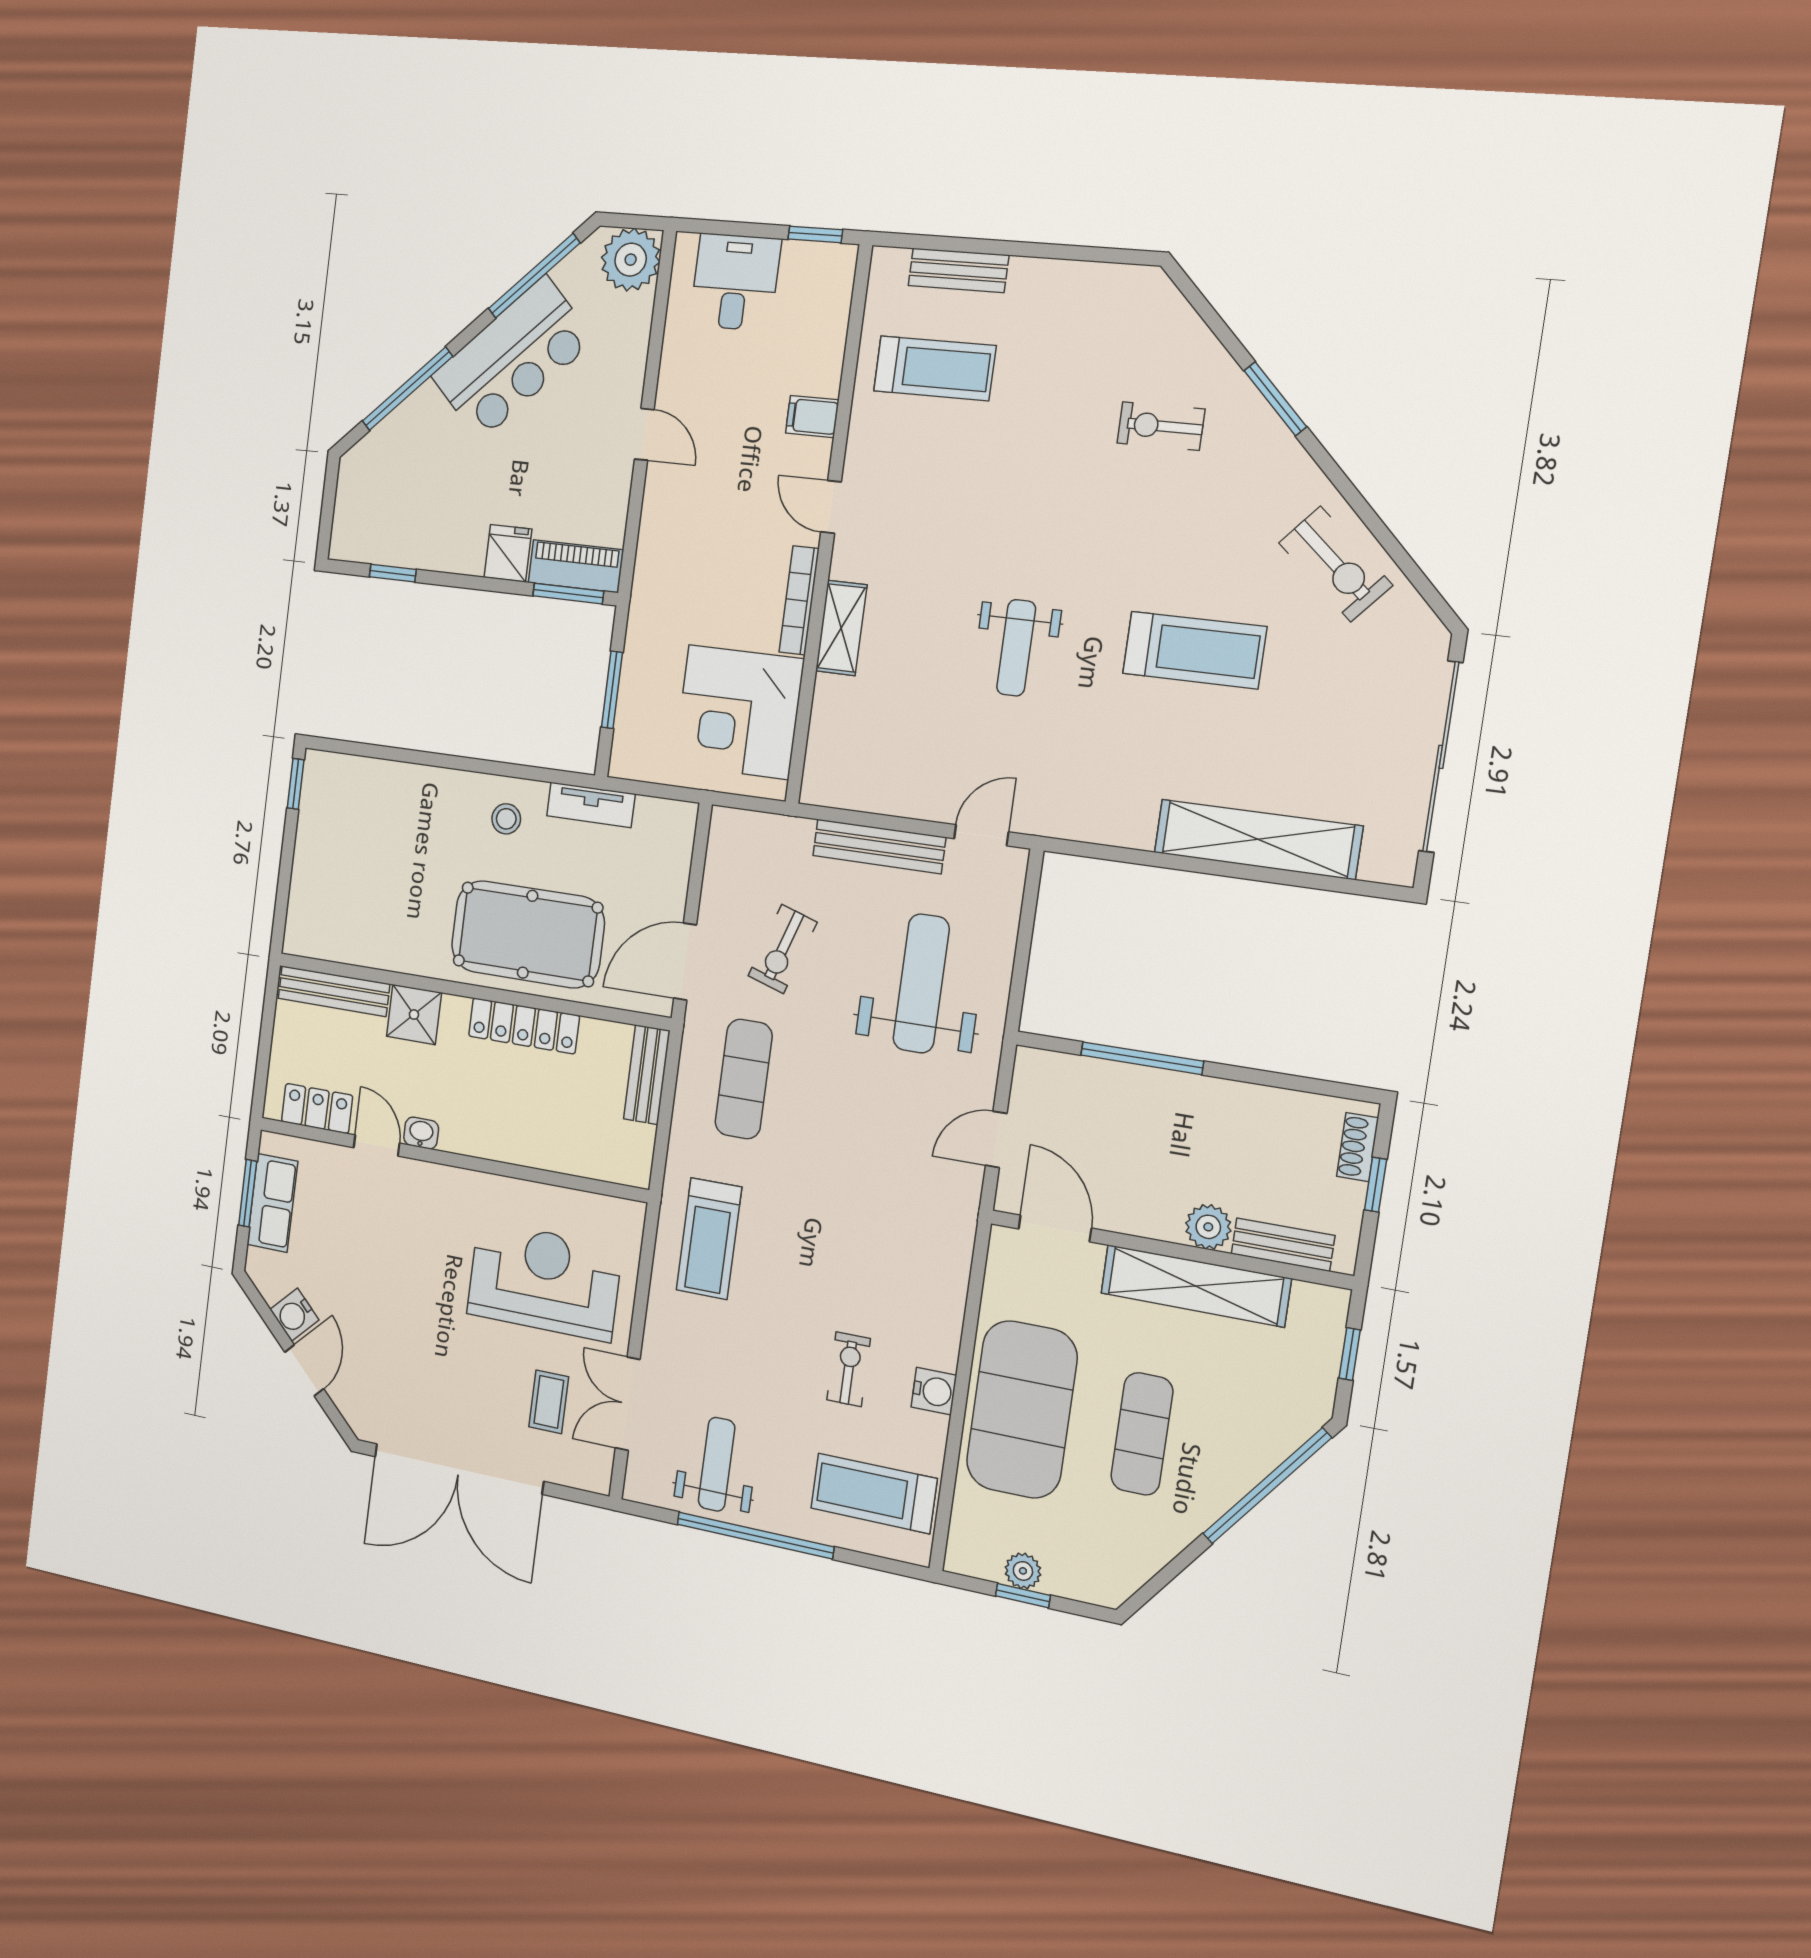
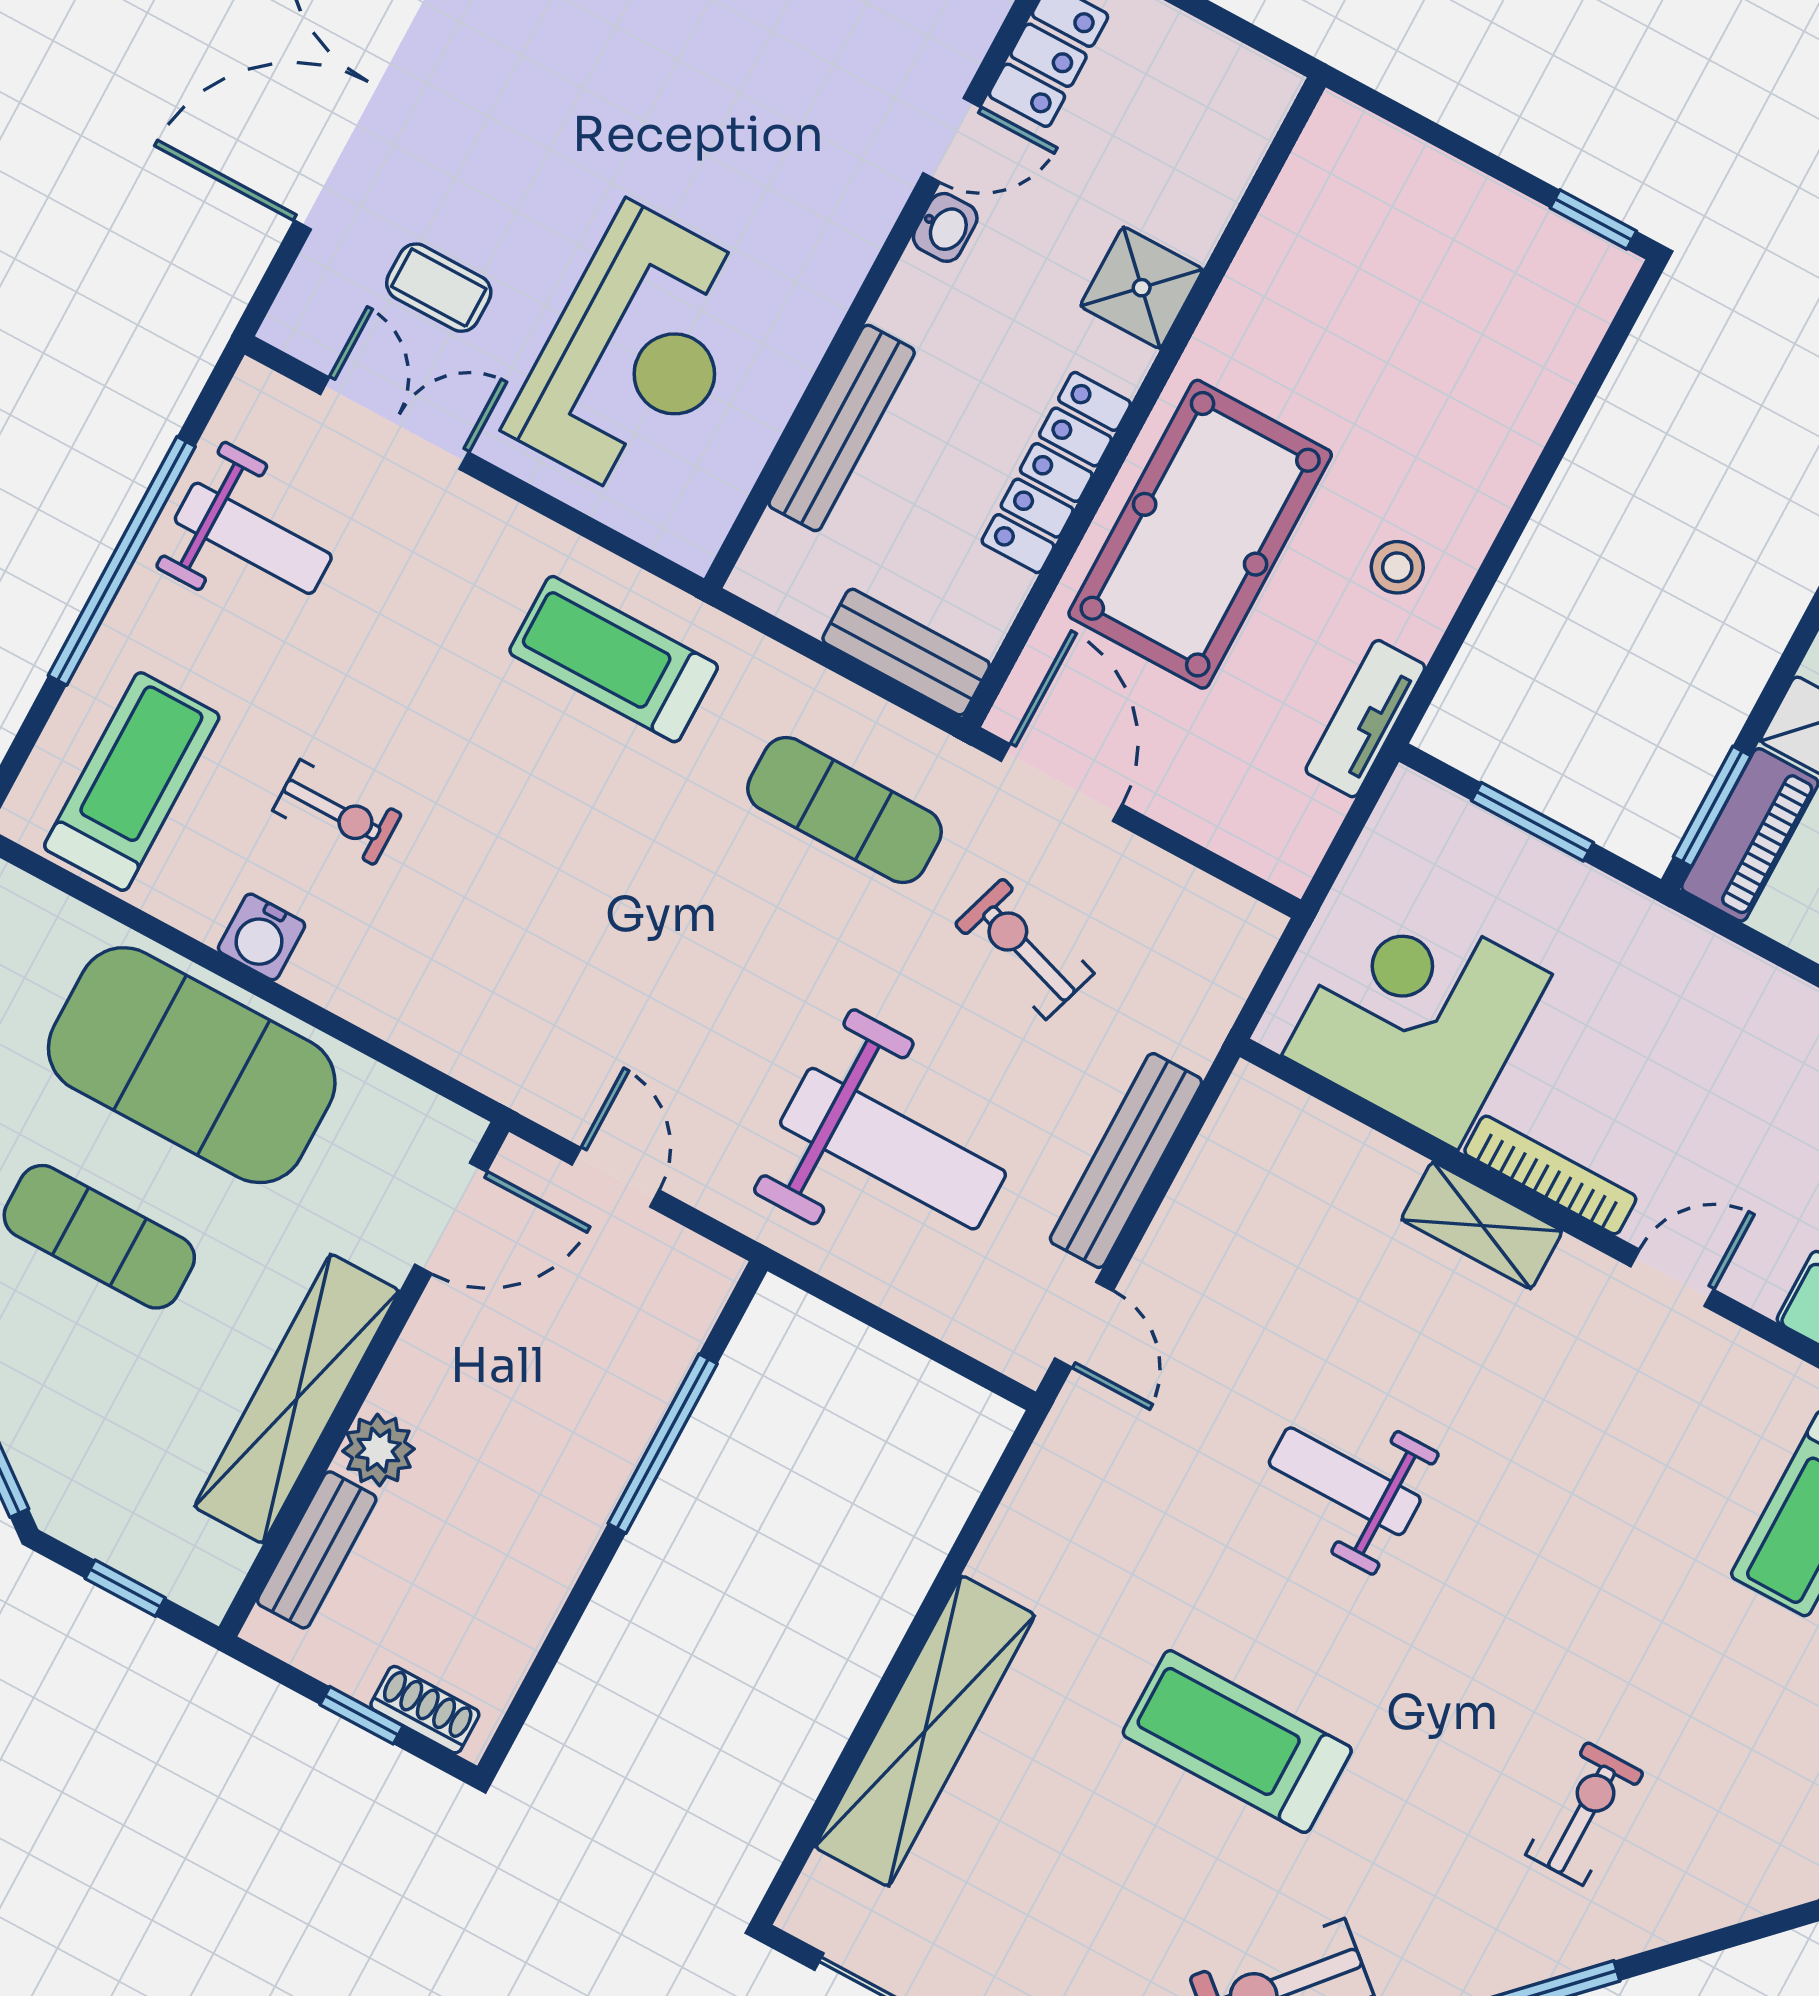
treadmill: (1194, 650) -> (1237, 1741), turned 90
bench: (334, 991) -> (842, 428), moved

